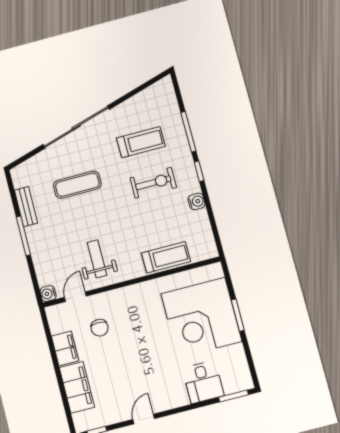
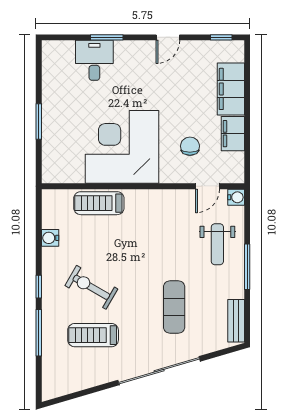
exercise bike: (153, 183) -> (91, 287), turned 30
exercise mat: (77, 185) -> (174, 307), turned 90
water cooler: (197, 201) -> (50, 238), moved
bench: (26, 207) -> (236, 321), moved
weight bench: (97, 259) -> (217, 244), moved
corner desk: (201, 318) -> (122, 147), moved, turned -90
window: (234, 396) -> (107, 37), moved

